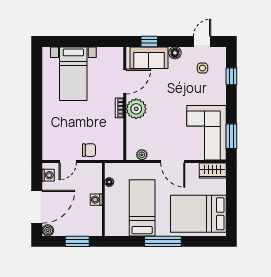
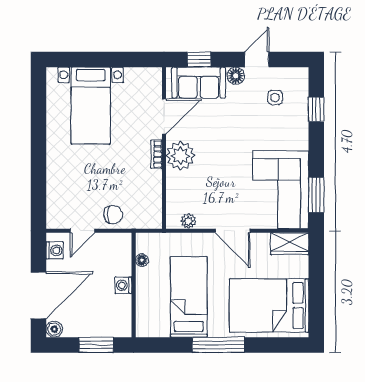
door: (202, 41) -> (257, 59), moved

